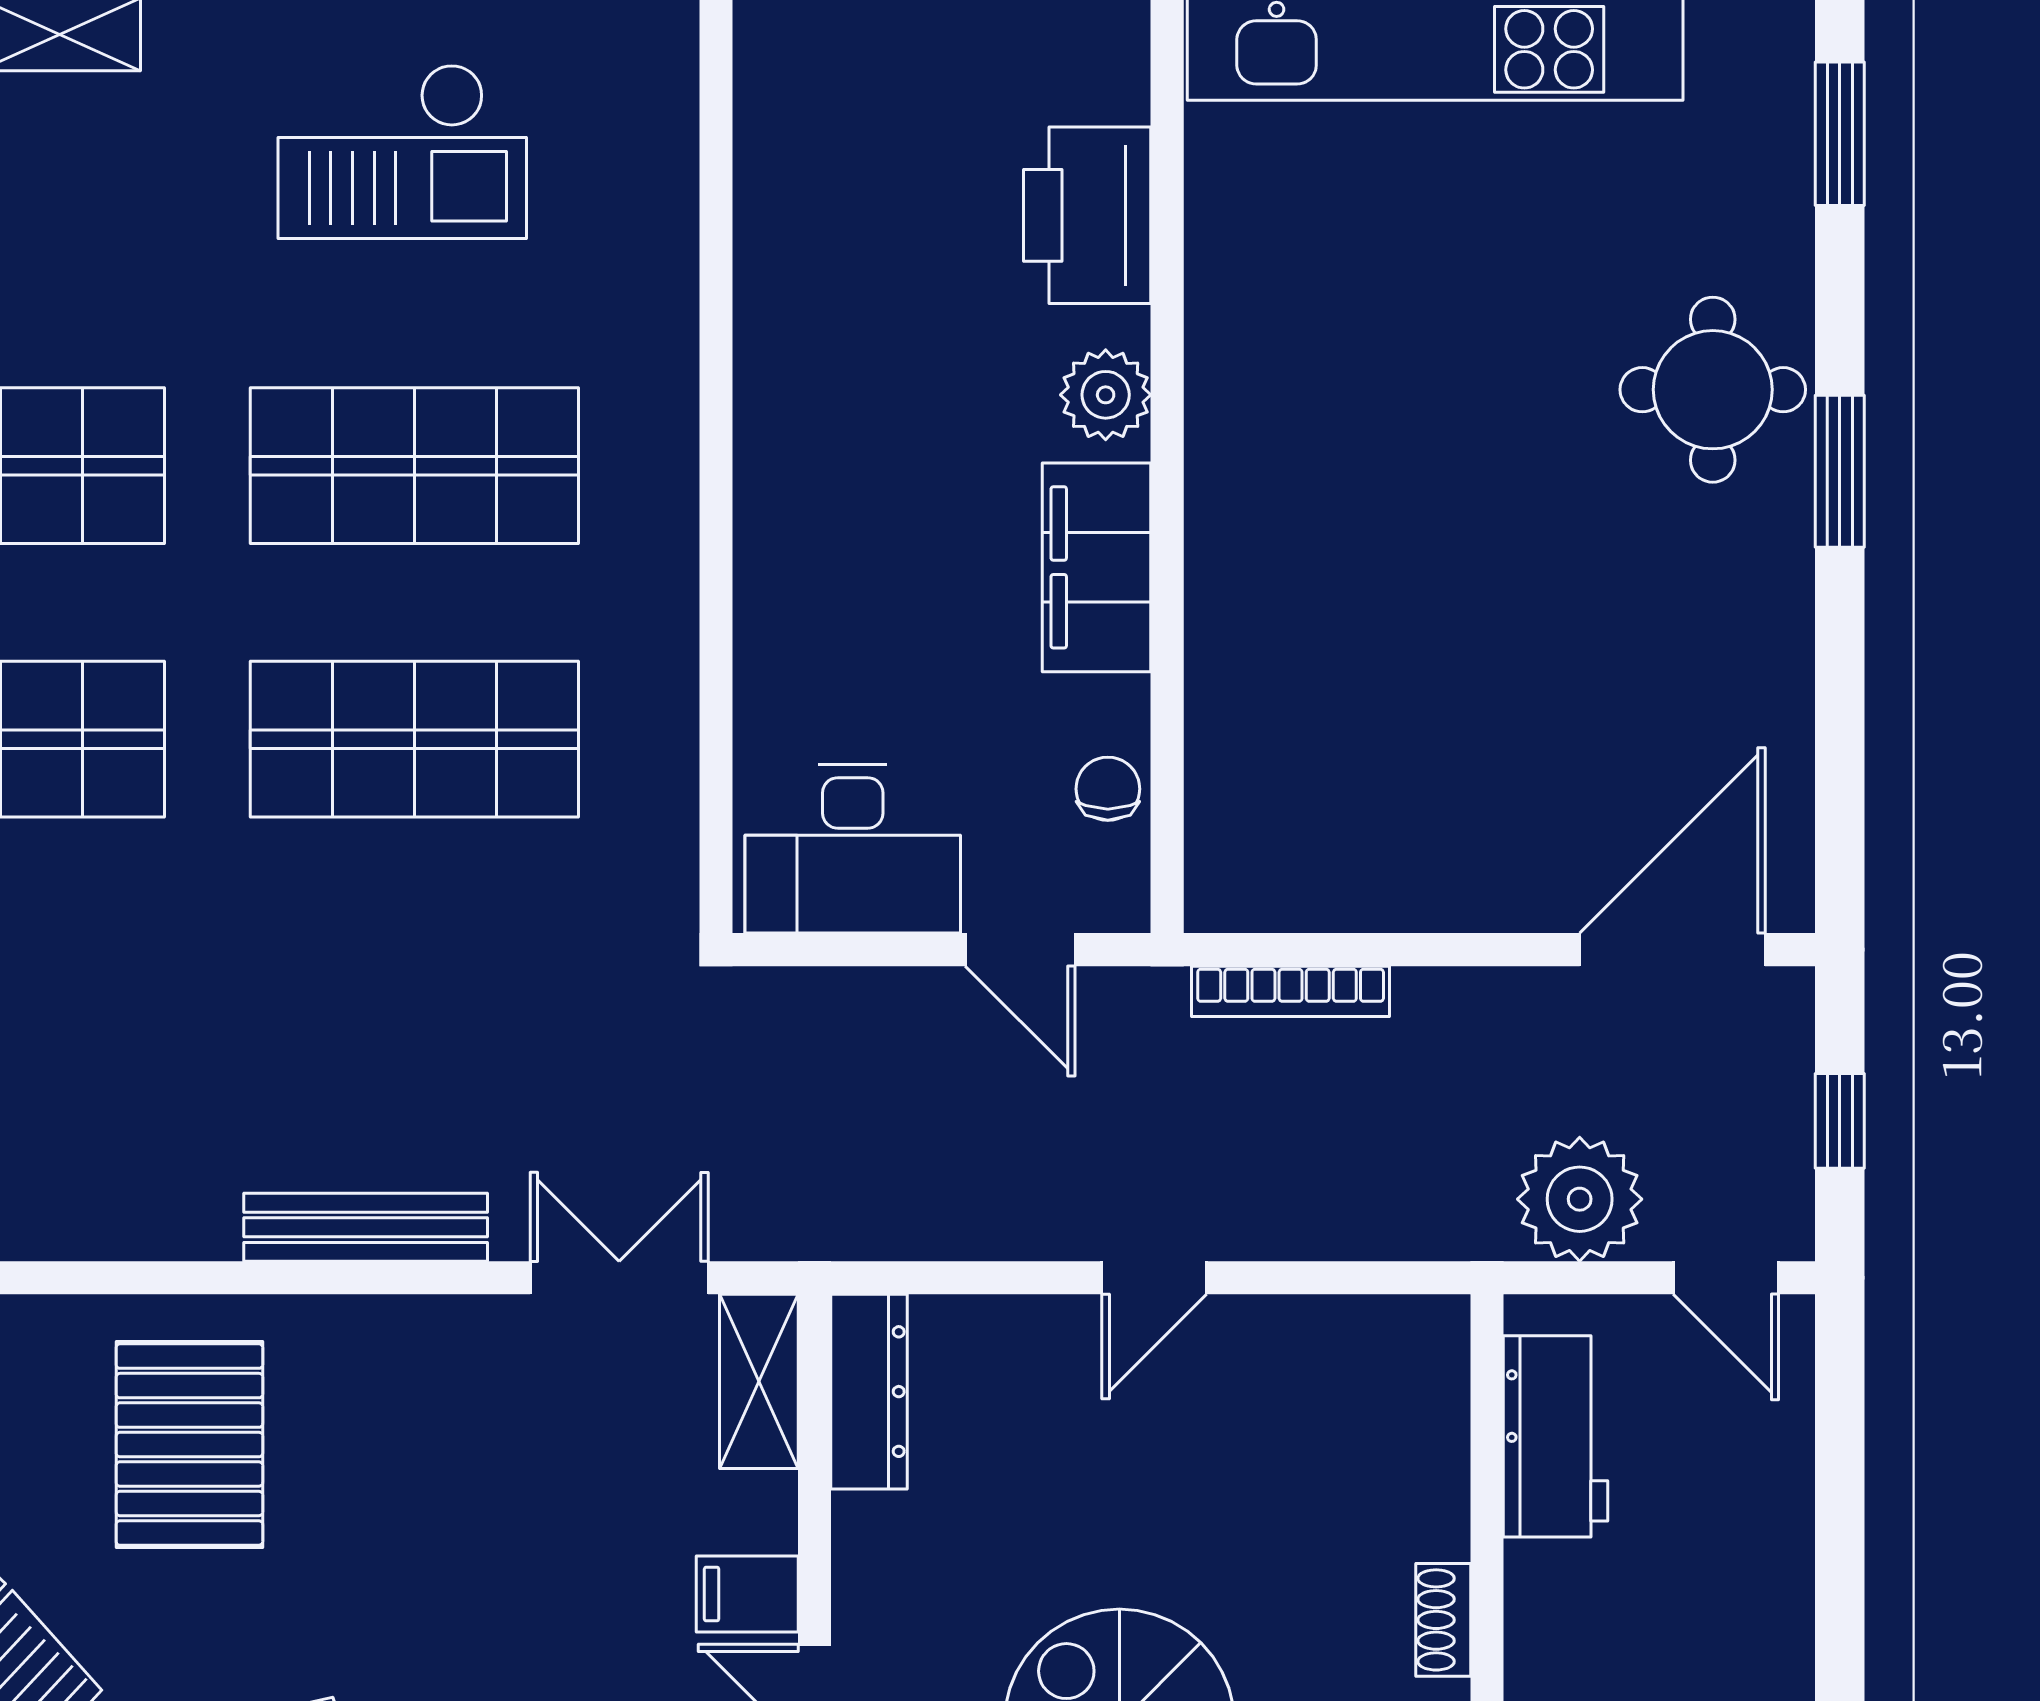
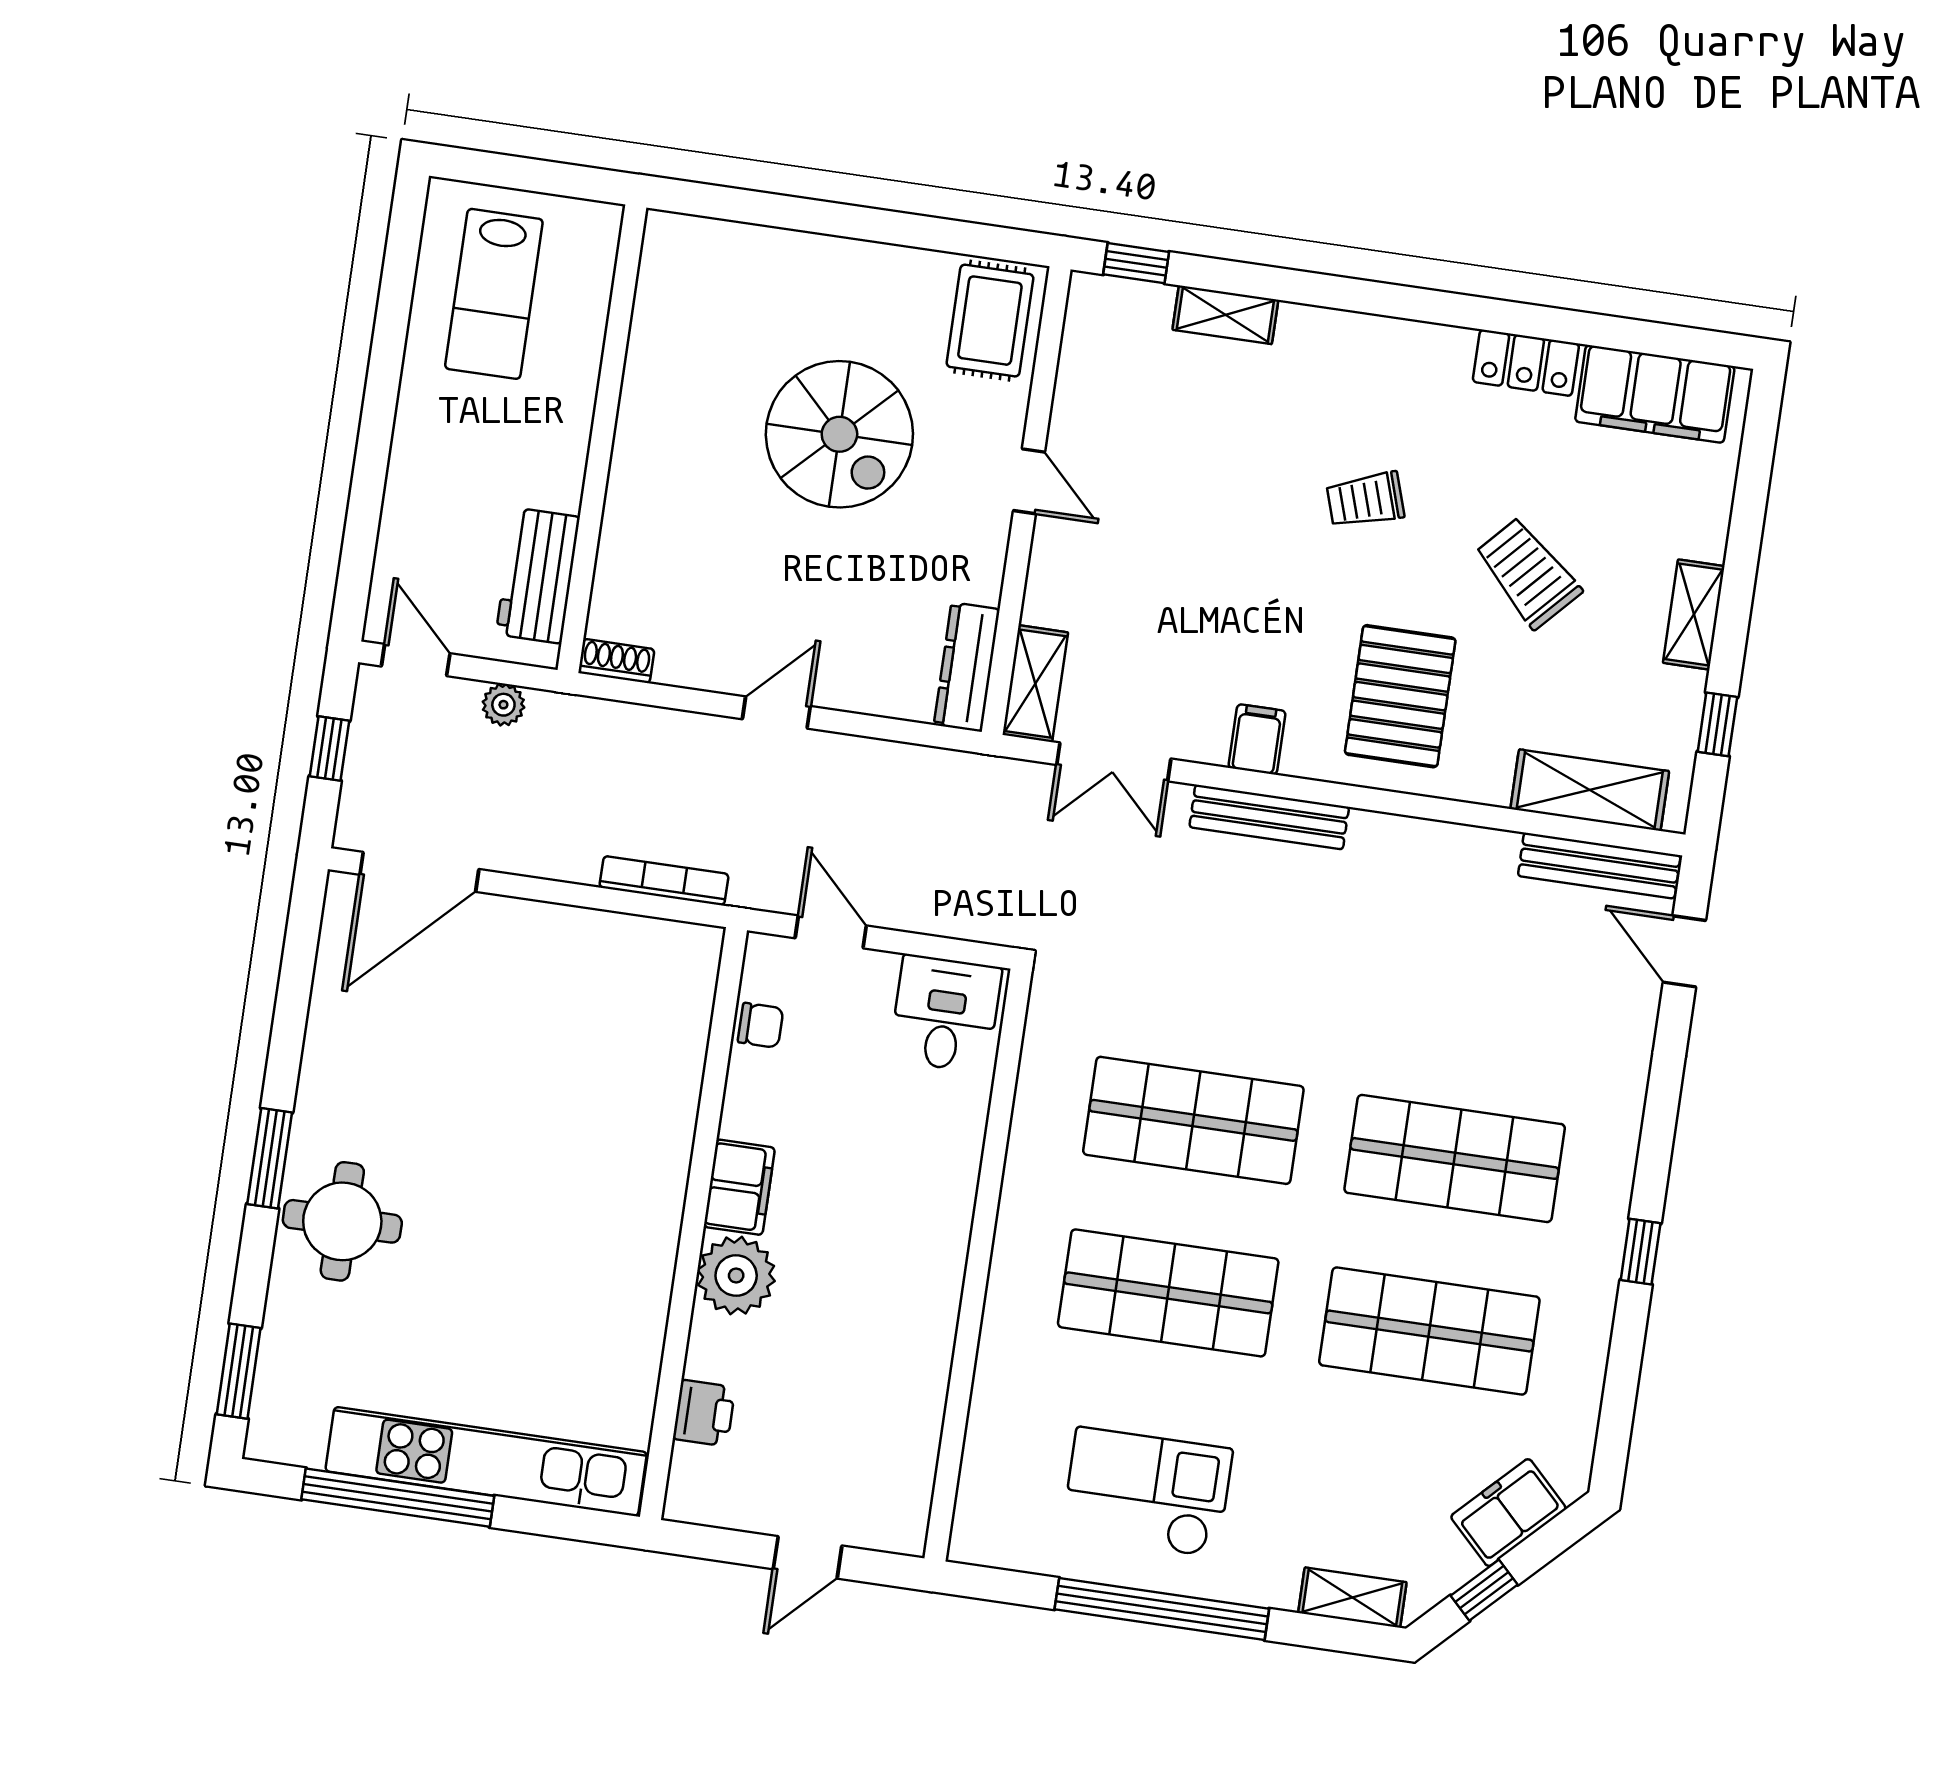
printer: (1087, 215) -> (704, 1413), width x0.53, depth x0.68
plant: (1106, 395) -> (736, 1276), width x1.36, depth x1.36
filing cabinet: (1097, 567) -> (739, 1187), width x0.67, depth x0.86
chair: (1108, 789) -> (761, 1025), turned -90
desk: (853, 849) -> (945, 1014), width x0.73
plant: (1580, 1199) -> (503, 705), width x0.53, depth x0.53
filing cabinet: (747, 1594) -> (1257, 739), moved, turned -90
shoe rack: (1443, 1620) -> (616, 661), moved, turned -90

